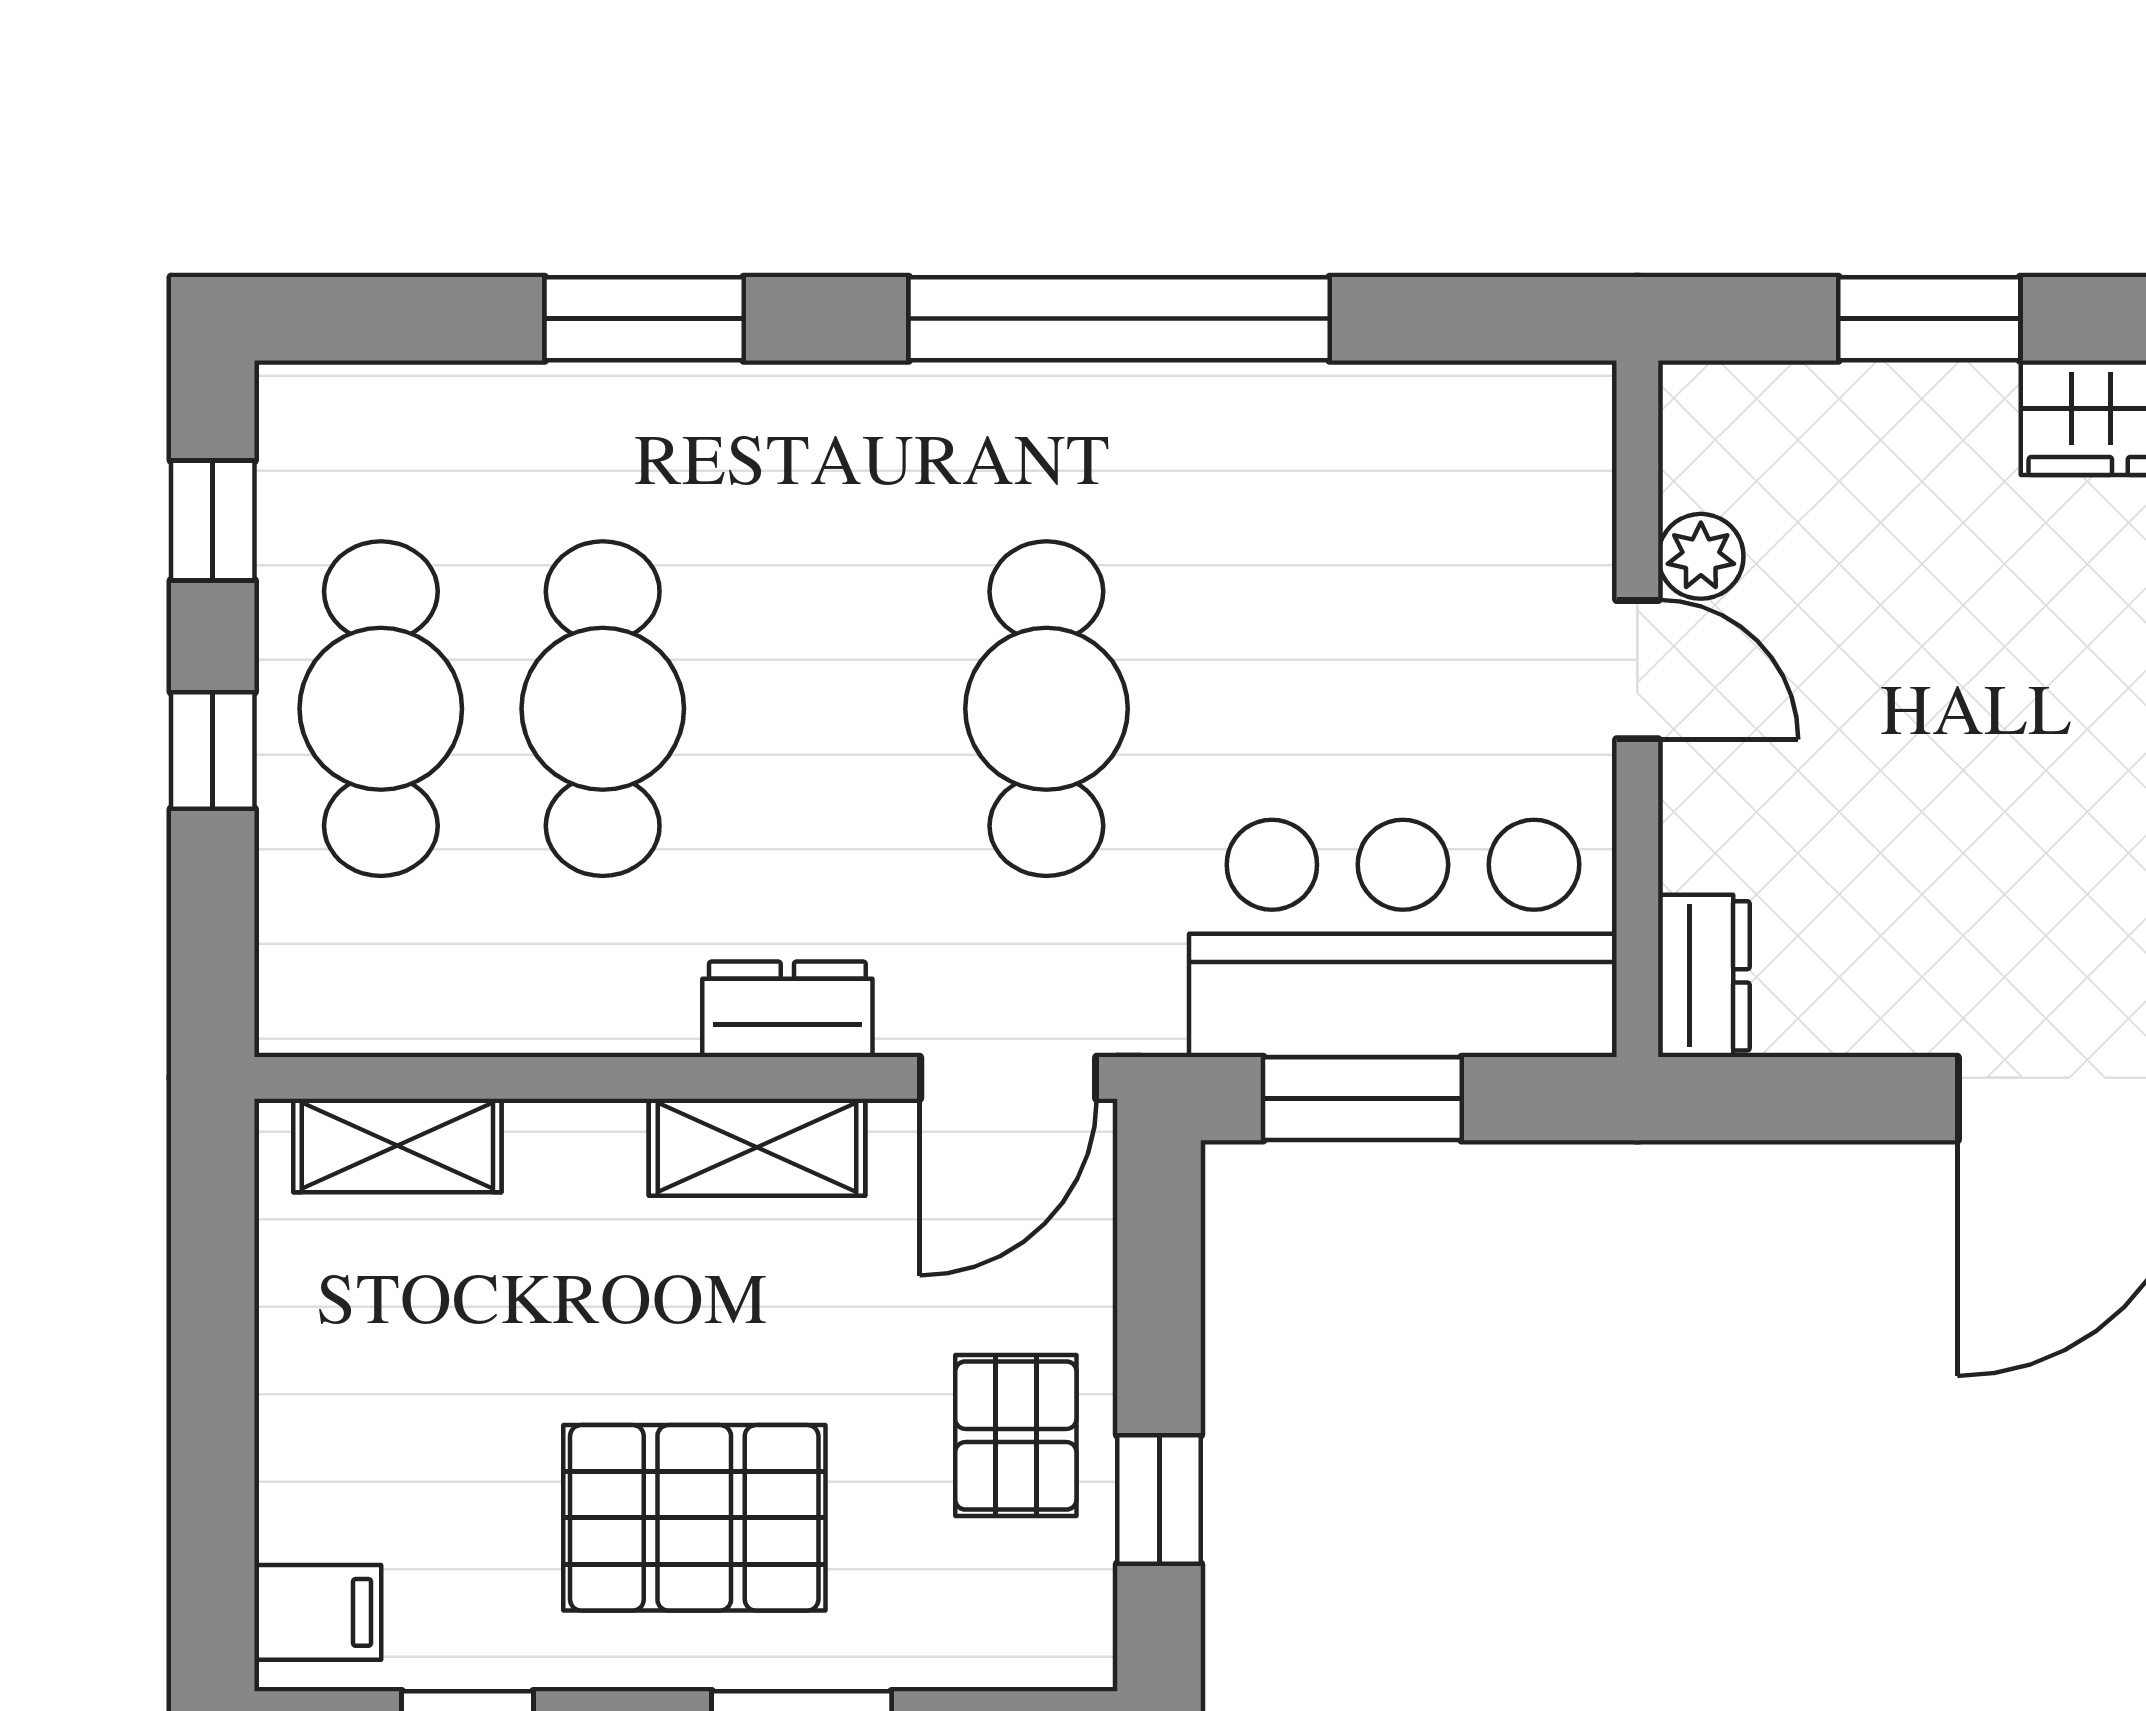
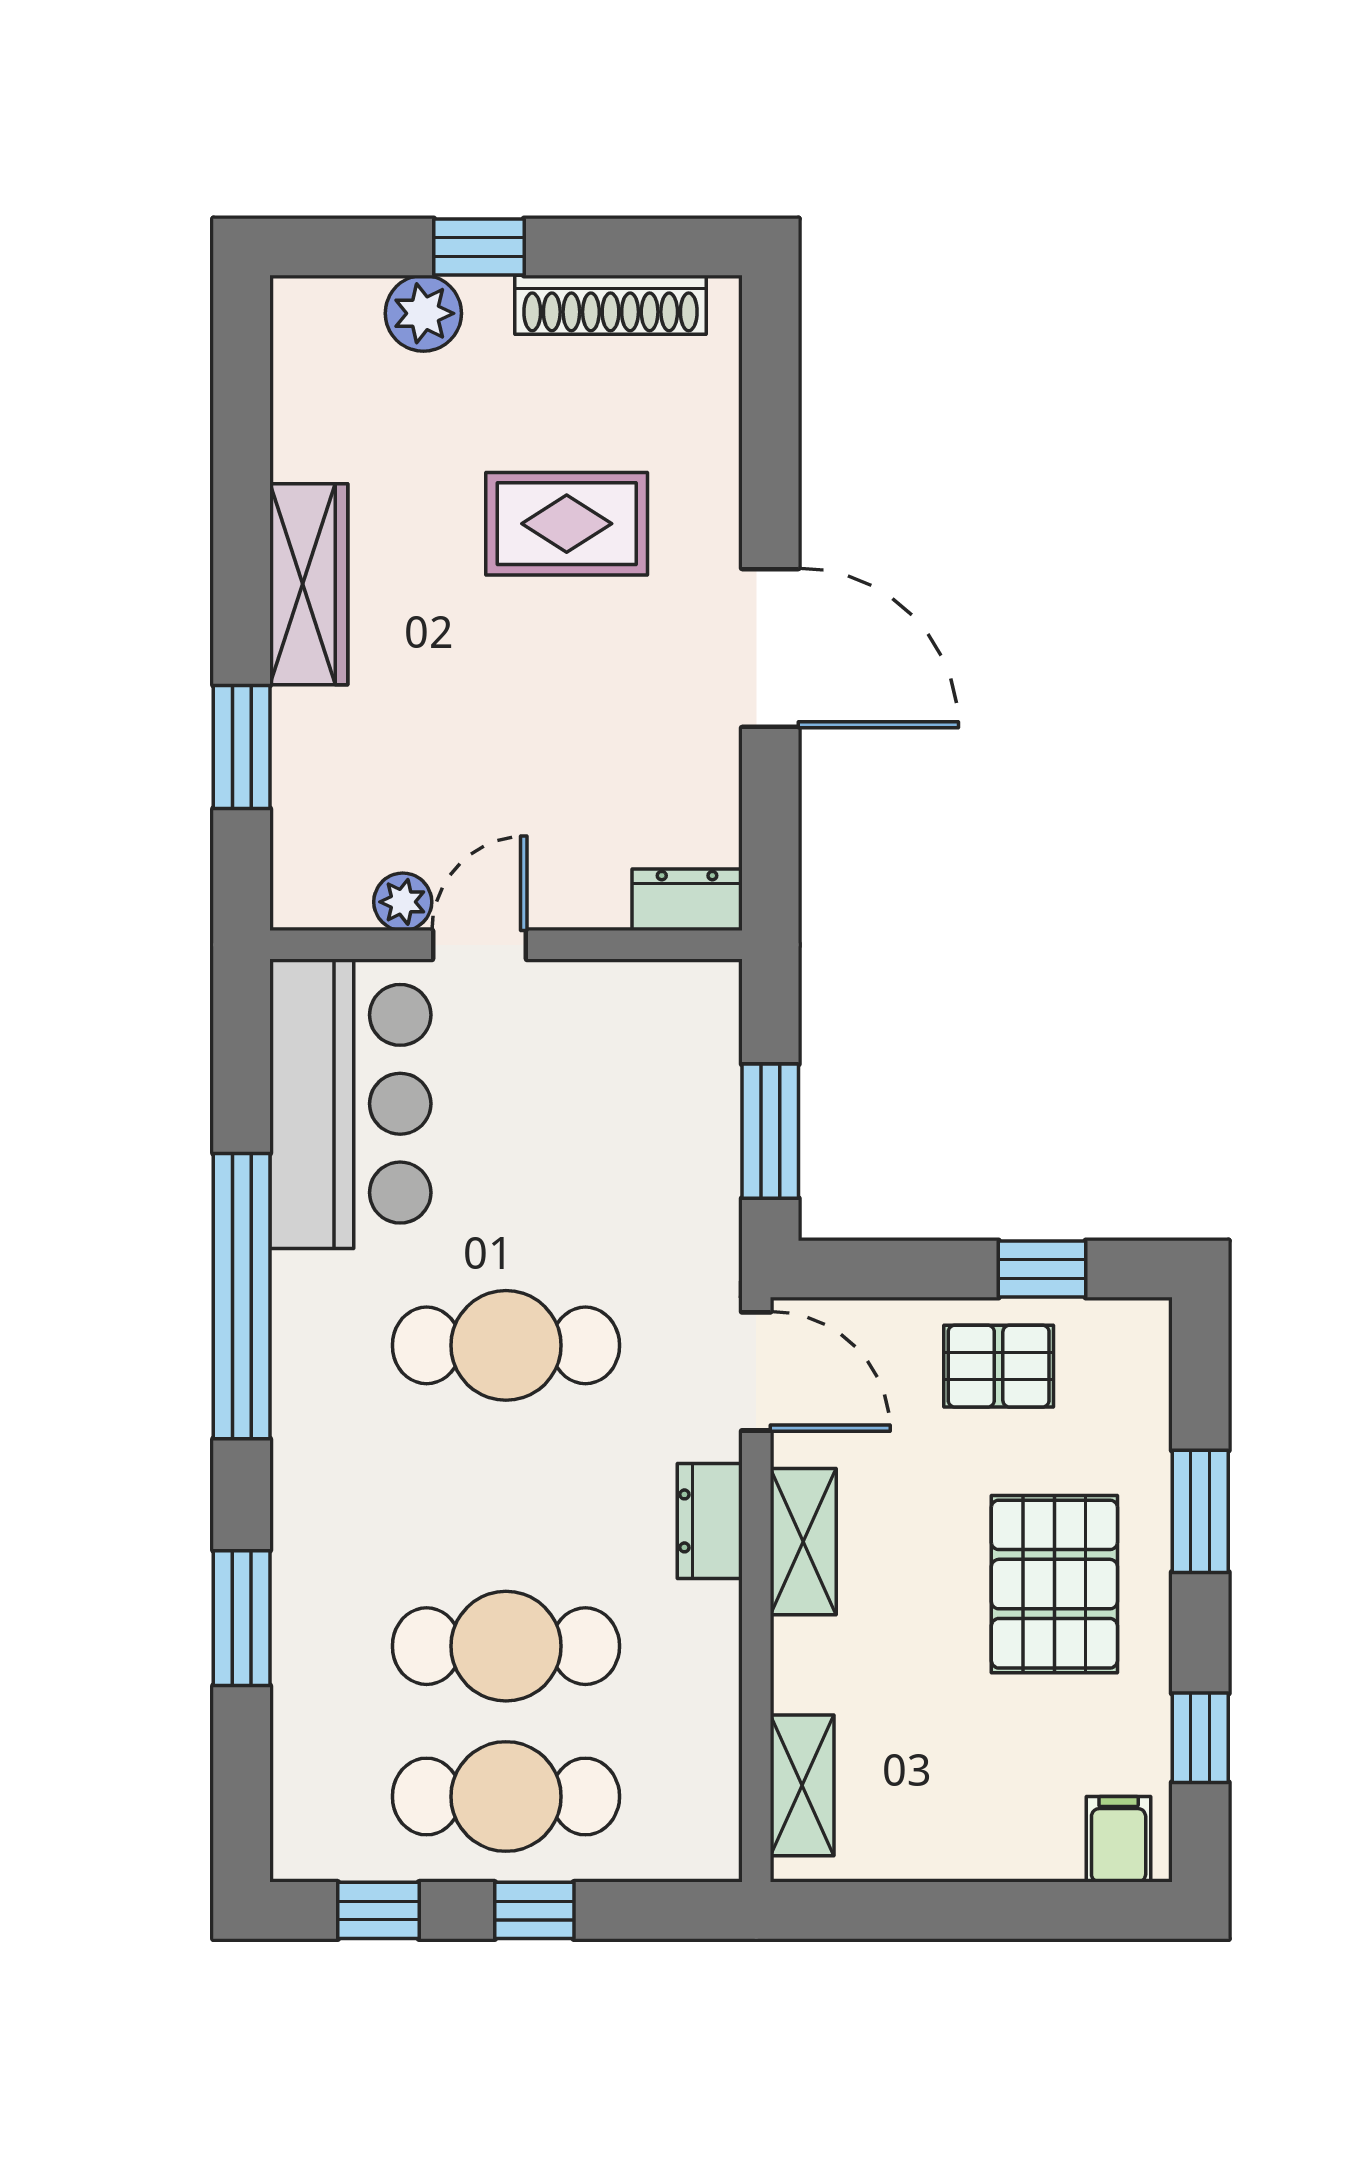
bar counter: (1403, 938) -> (350, 1104), moved, turned 180

